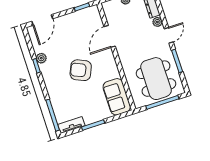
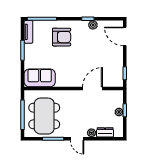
door: (110, 36) -> (92, 89), hinge flipped
armchair: (81, 70) -> (62, 37), moved, turned 66
dining table: (156, 79) -> (44, 116), turned 90

